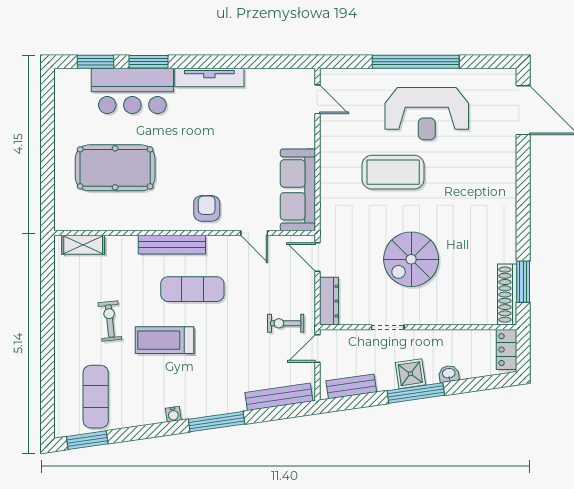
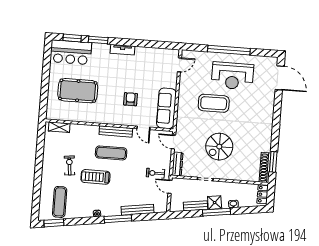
tv unit: (209, 77) -> (122, 50), width x0.71
bar counter: (132, 91) -> (71, 52), moved
door: (317, 99) -> (179, 65), hinge flipped
armchair: (207, 208) -> (130, 99), moved
bench: (172, 245) -> (116, 131), moved
door: (317, 348) -> (170, 187), hinge flipped
bench: (351, 386) -> (195, 206), moved
bench: (279, 397) -> (138, 210), moved

